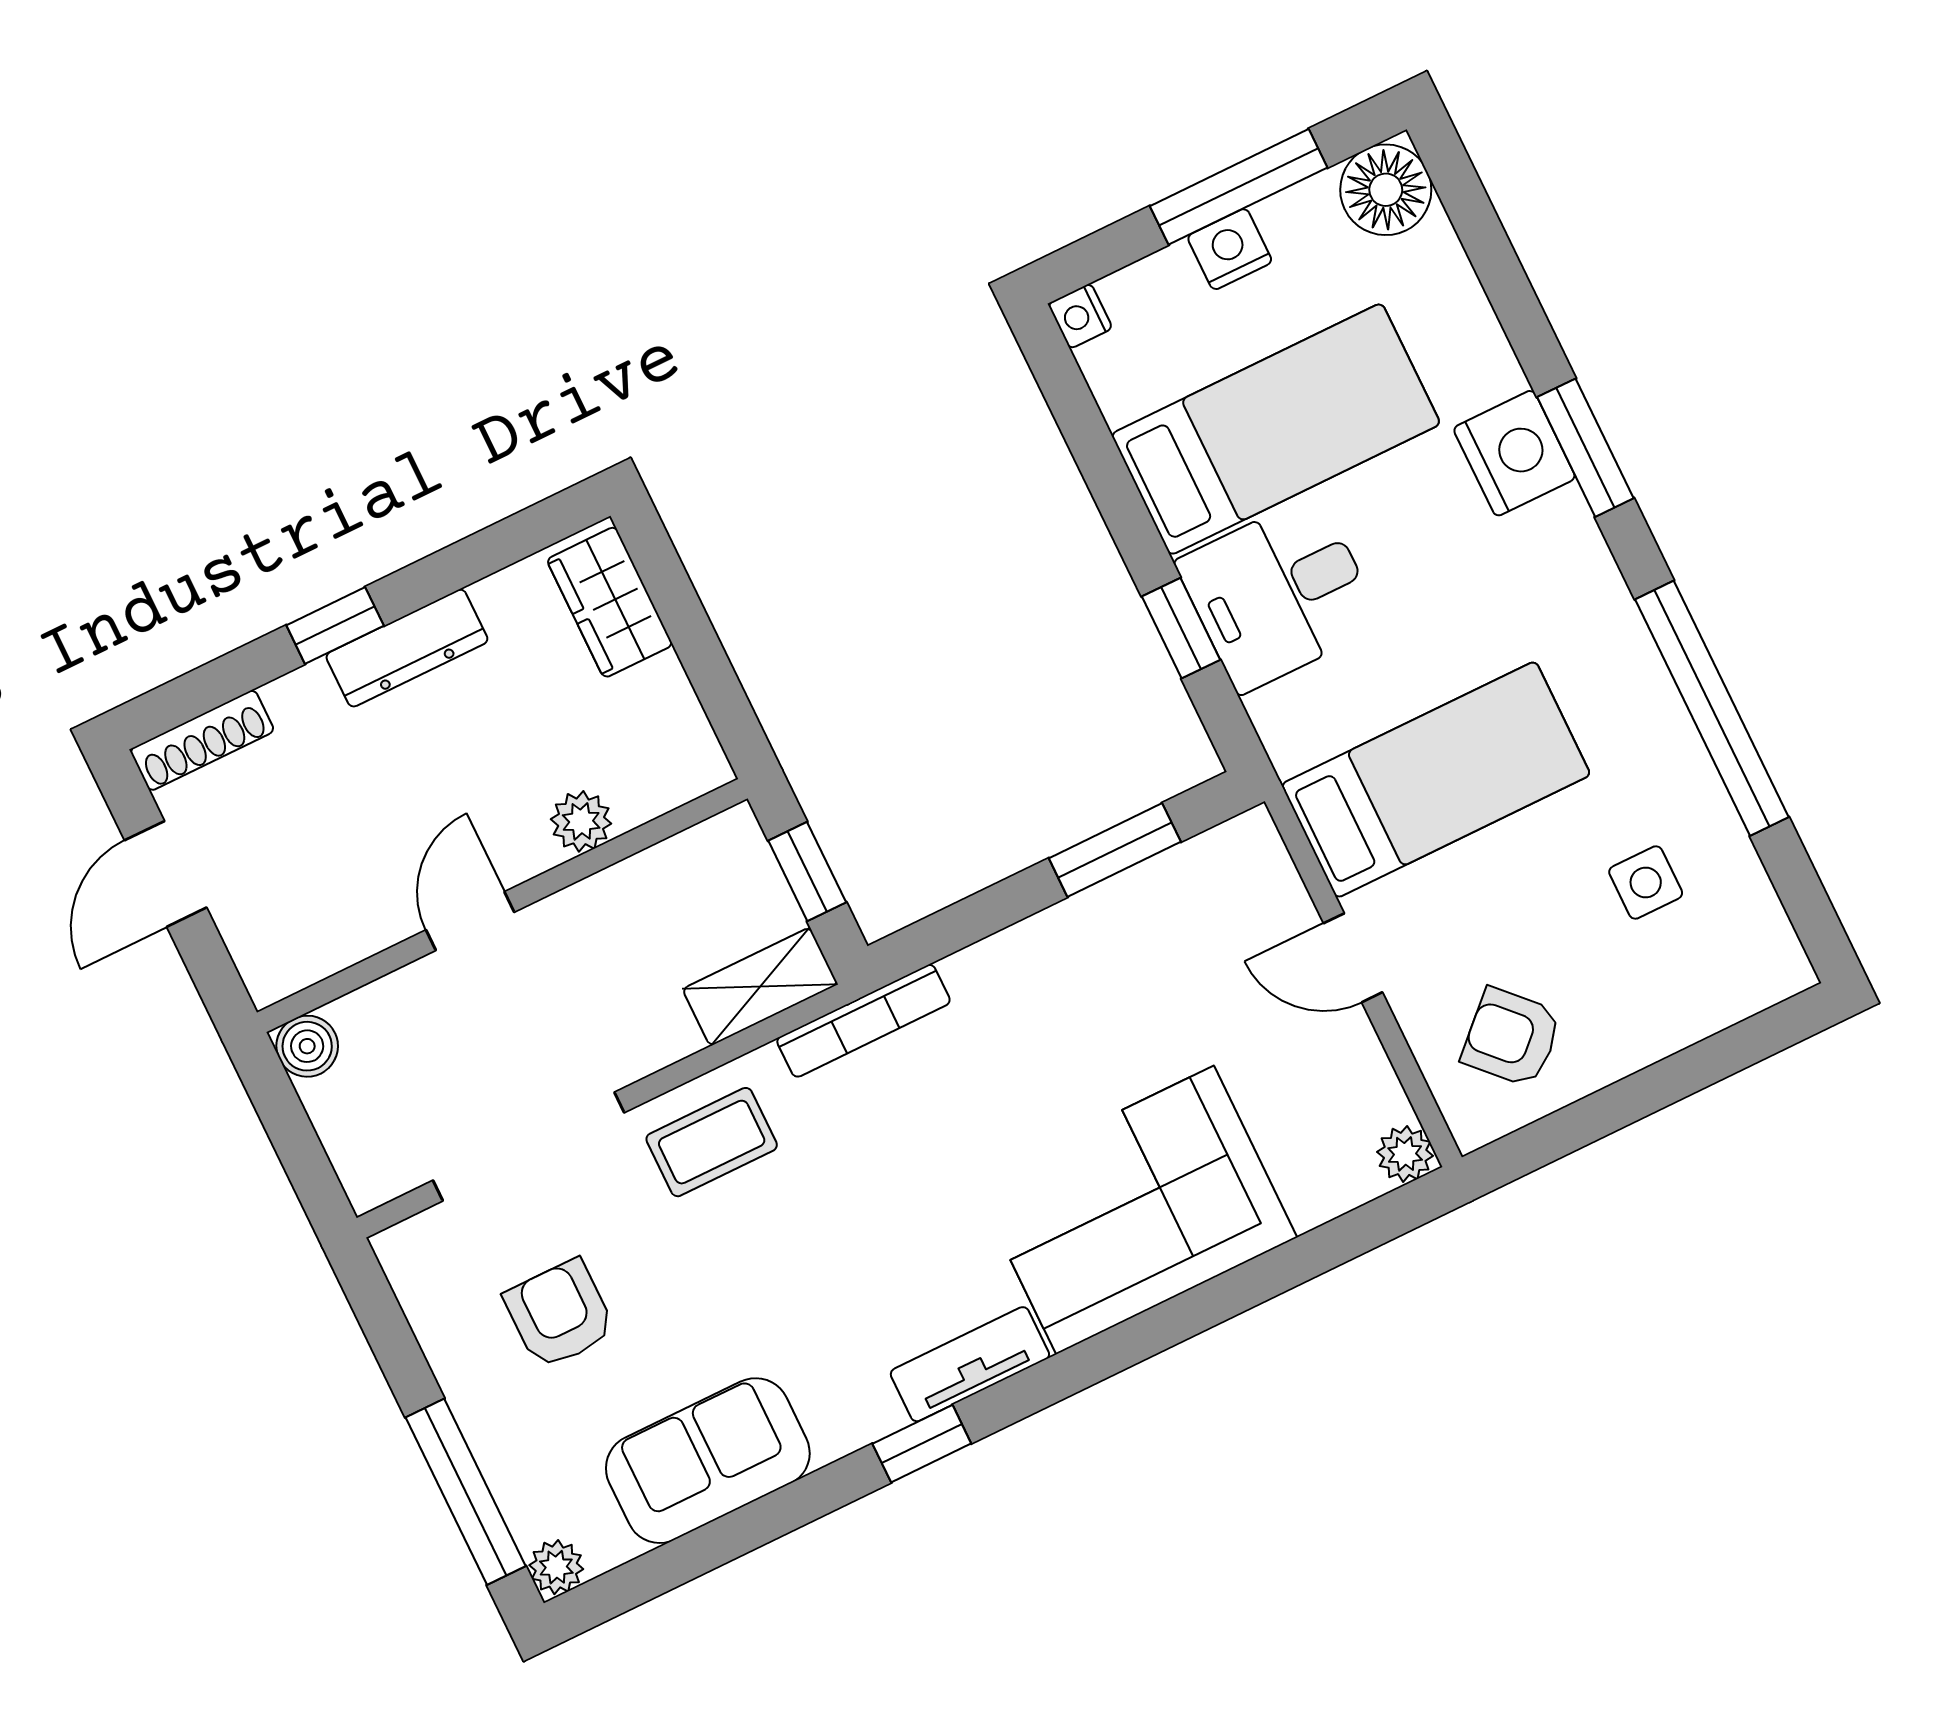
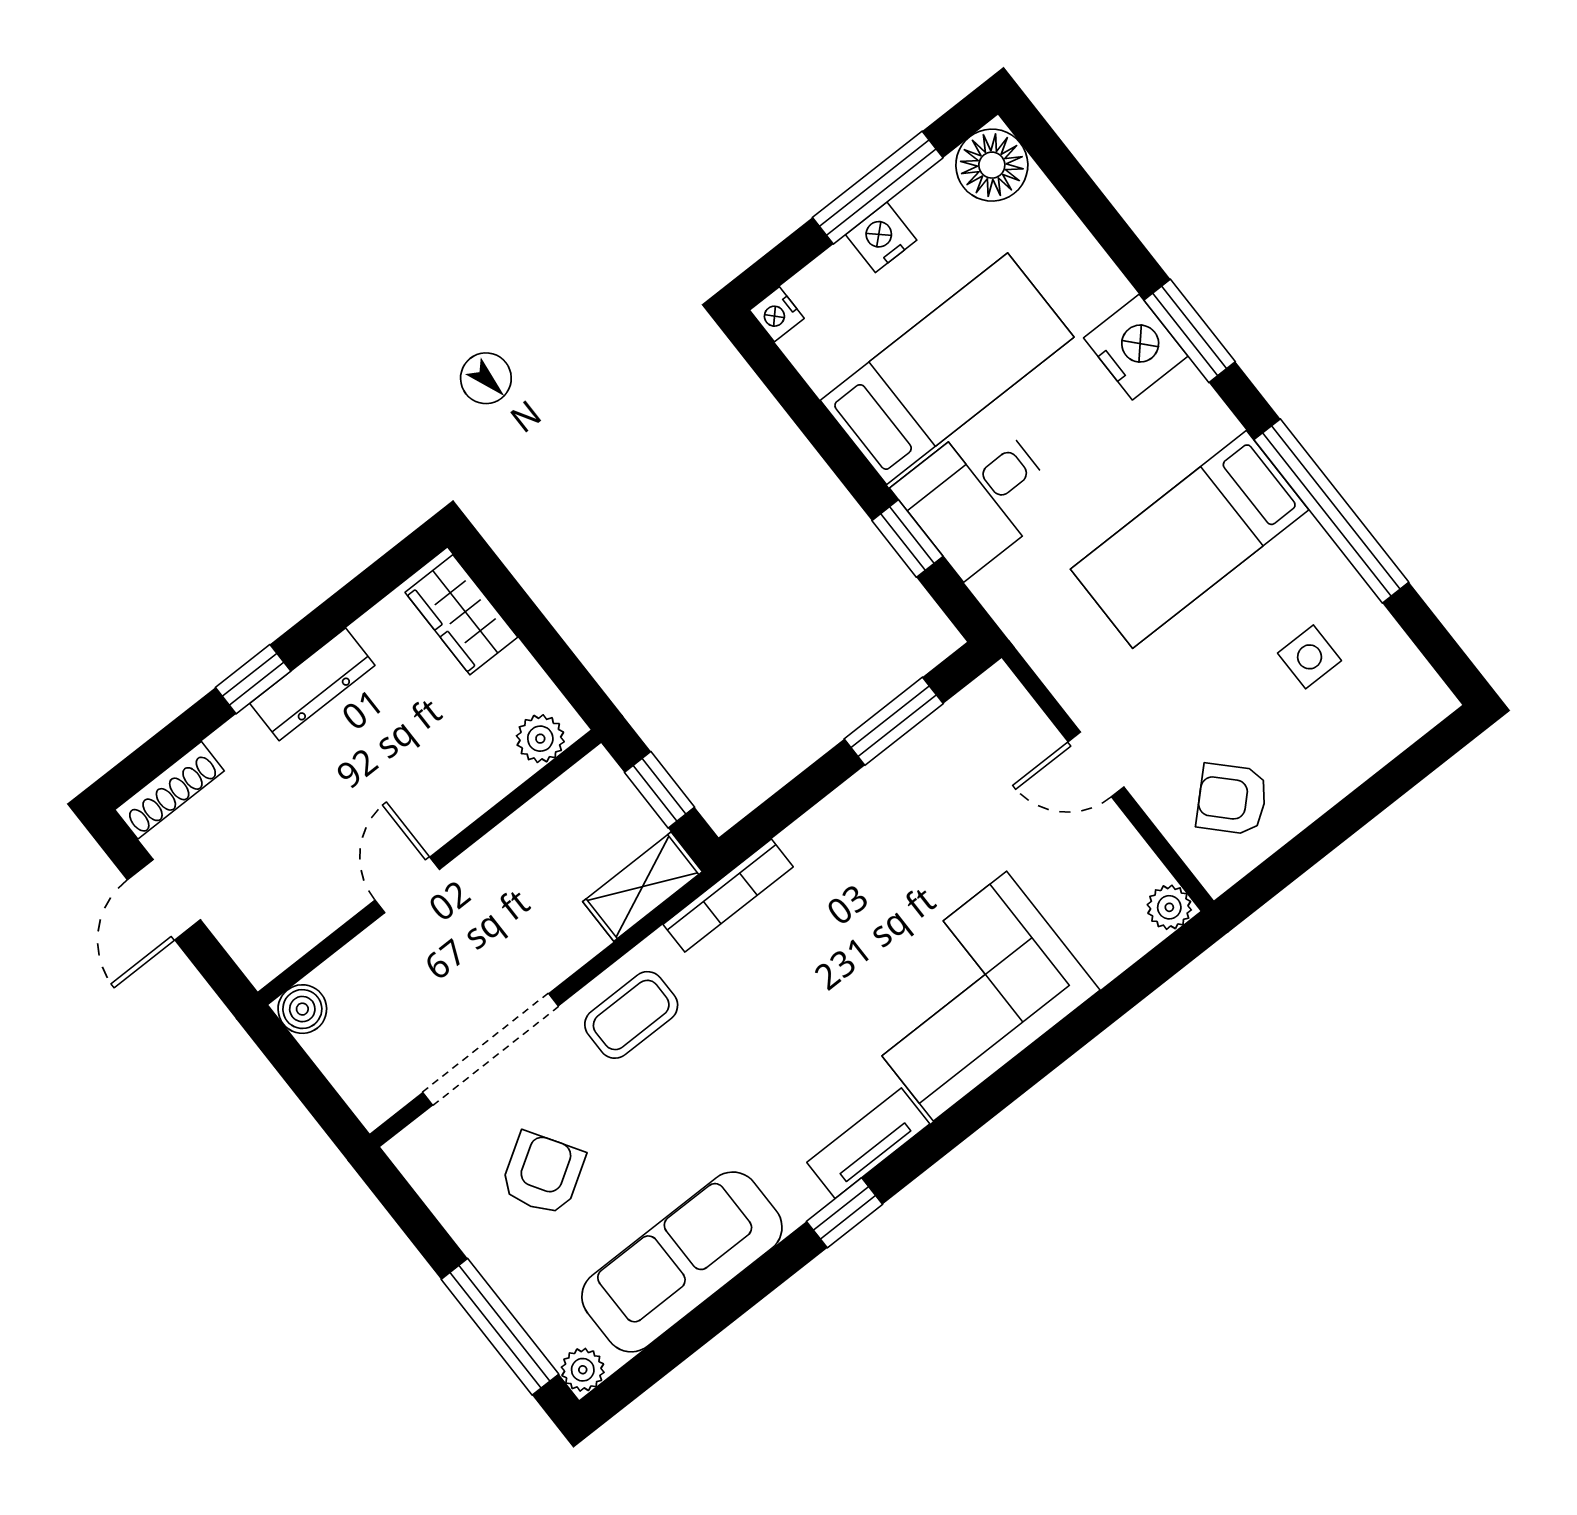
bed: (1436, 780) -> (1190, 539), moved, turned 180
plant: (581, 821) -> (540, 739), moved
armchair: (560, 1314) -> (543, 1174), turned 58
sofa: (708, 1461) -> (682, 1262), width x1.36

